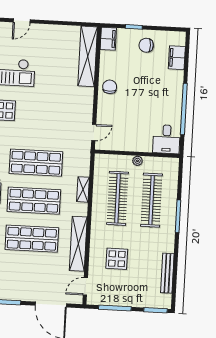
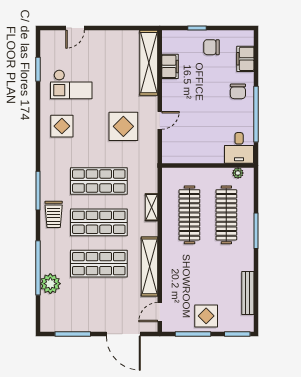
filing cabinet: (108, 39) -> (170, 66), moved
chair: (110, 87) -> (238, 91), moved, turned 180
display table: (61, 114) -> (123, 126), added
door: (94, 133) -> (160, 120), moved
plant: (137, 161) -> (238, 173), moved
display table: (117, 259) -> (206, 316), moved

